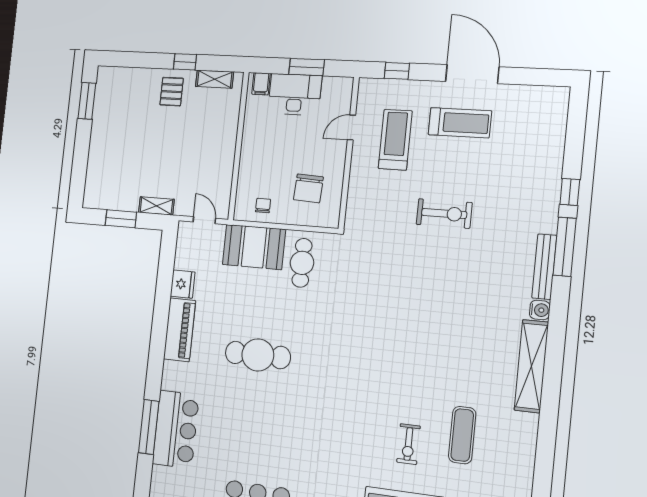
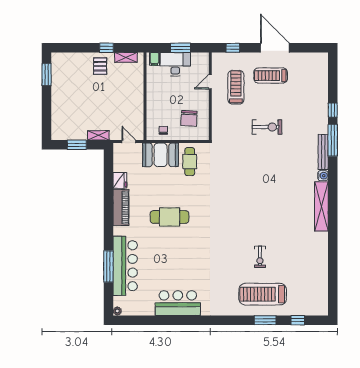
treadmill: (460, 123) -> (271, 76), turned 180
bar counter: (176, 429) -> (125, 266), width x1.36
exercise mat: (462, 435) -> (288, 248), removed

